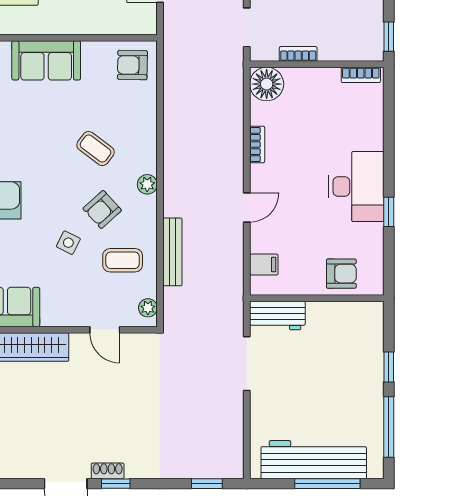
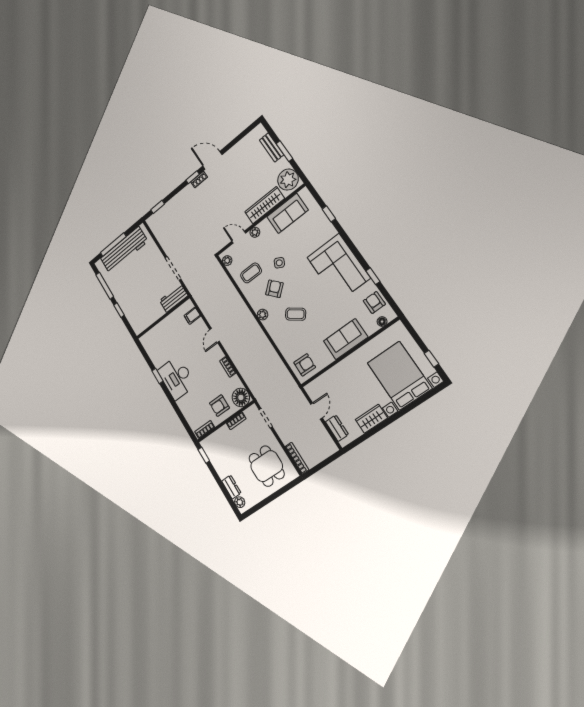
bench: (172, 252) -> (233, 293), removed
armchair: (341, 274) -> (219, 406), moved
plant: (74, 317) -> (255, 232), added

